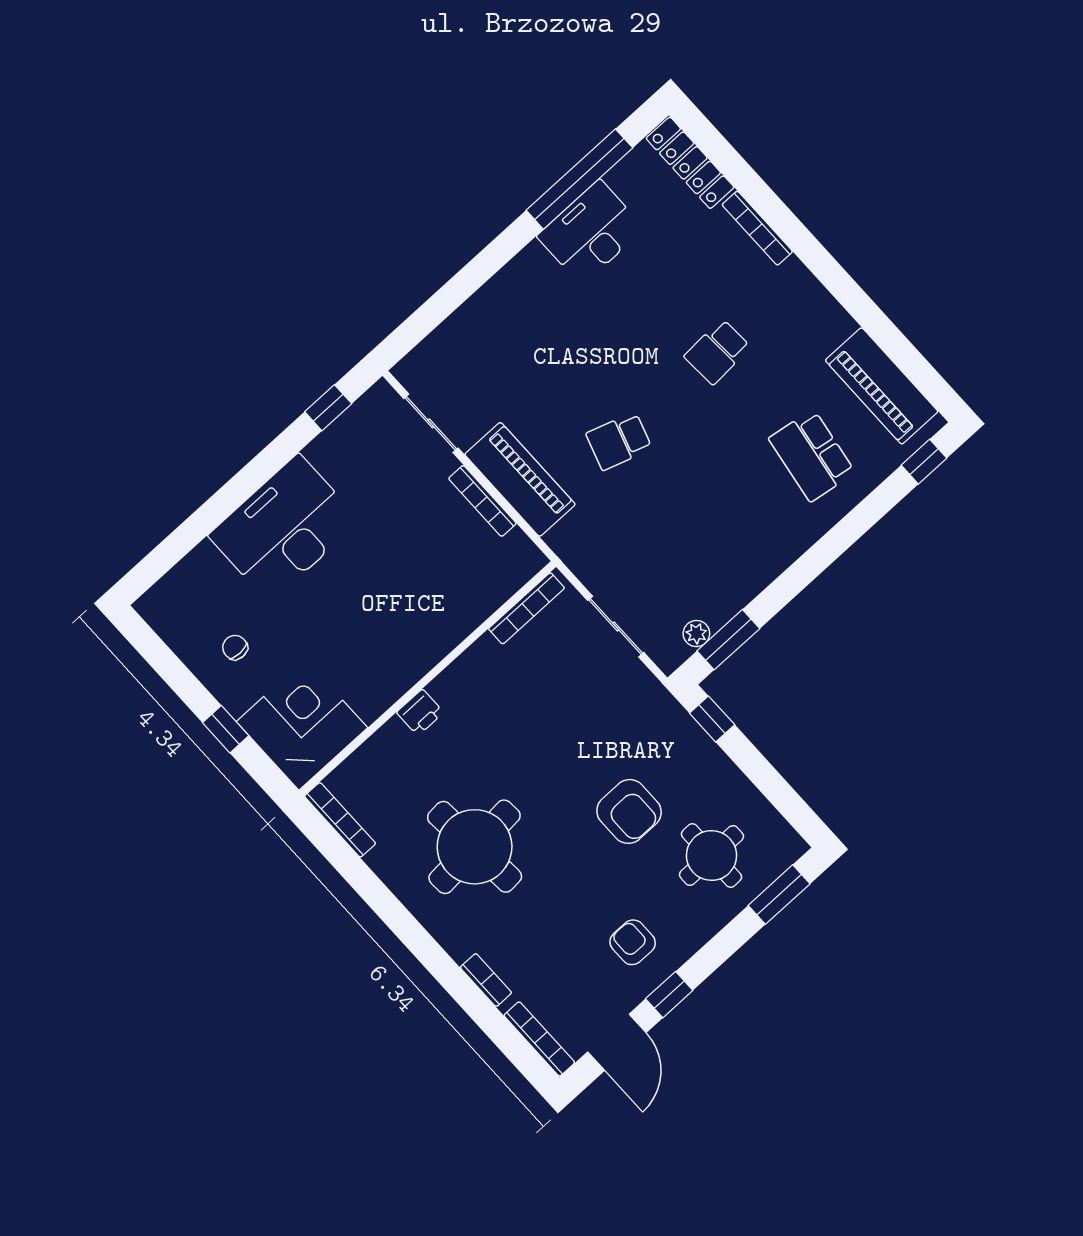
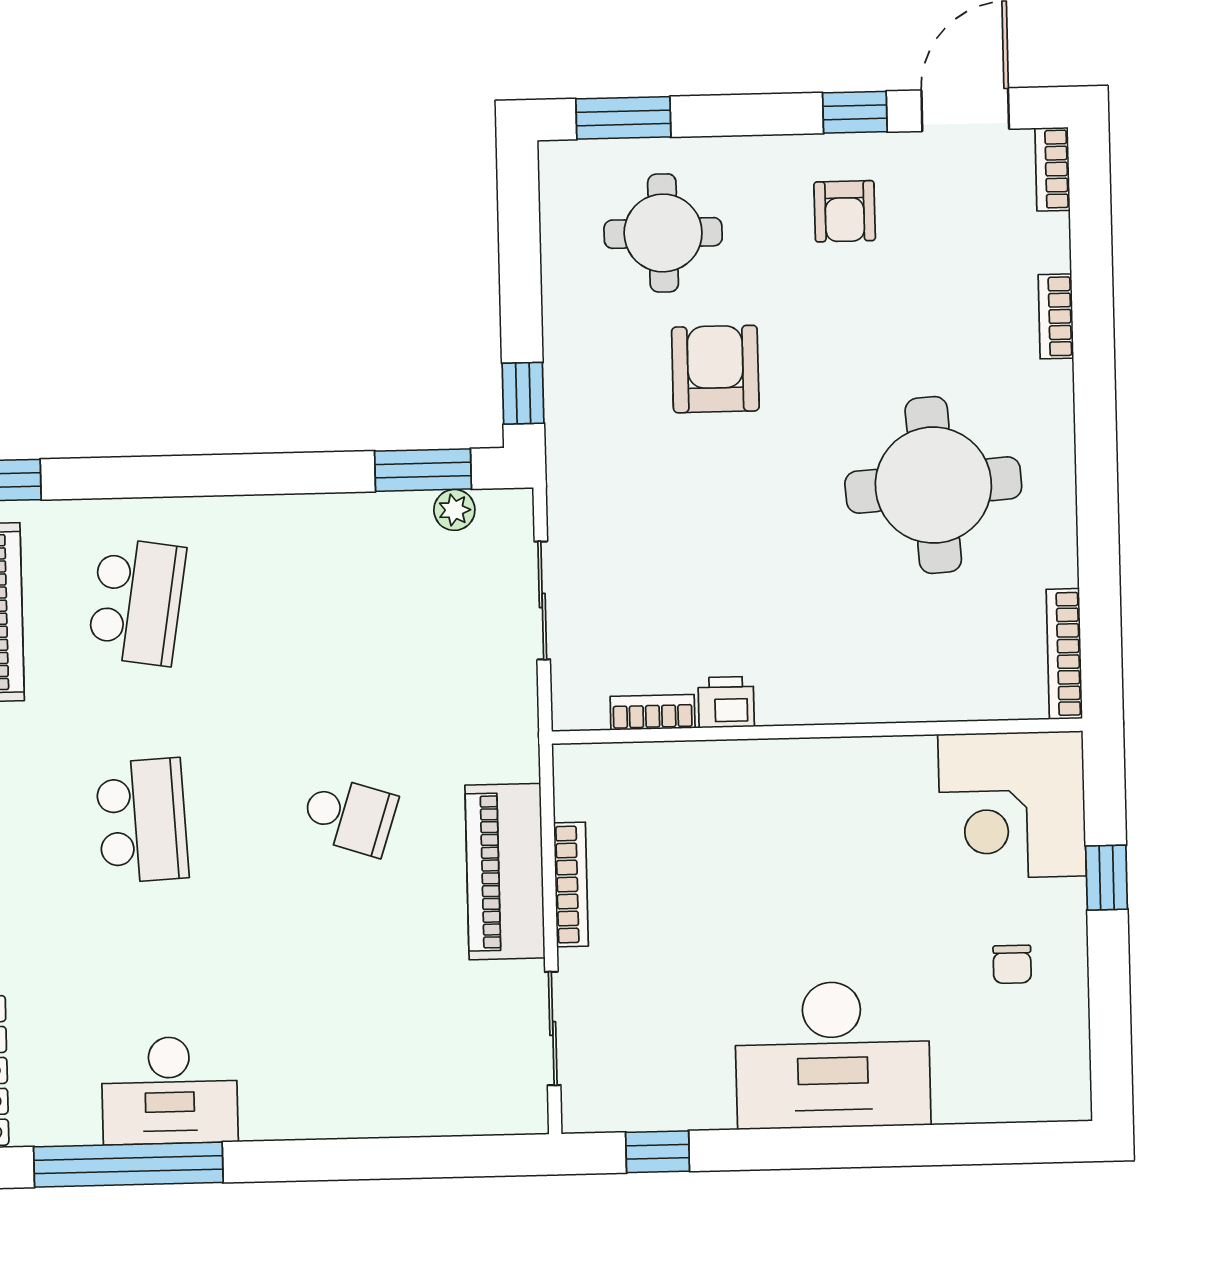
school desk: (717, 352) -> (142, 821), width x1.85
bookcase: (526, 608) -> (653, 712), width x0.64
printer: (420, 712) -> (726, 702), moved
bookcase: (539, 1039) -> (1053, 169), width x0.64

